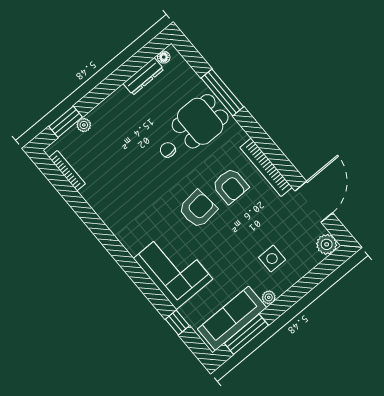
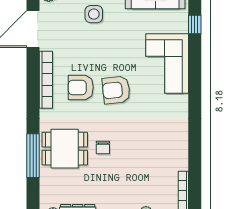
armchair: (230, 186) -> (81, 87), turned -90

